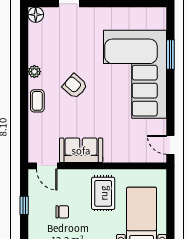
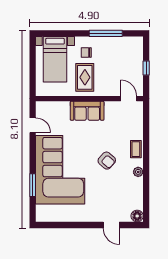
door: (170, 145) -> (33, 125), moved
sofa: (81, 150) -> (87, 111), moved
chair: (62, 212) -> (86, 52), moved

